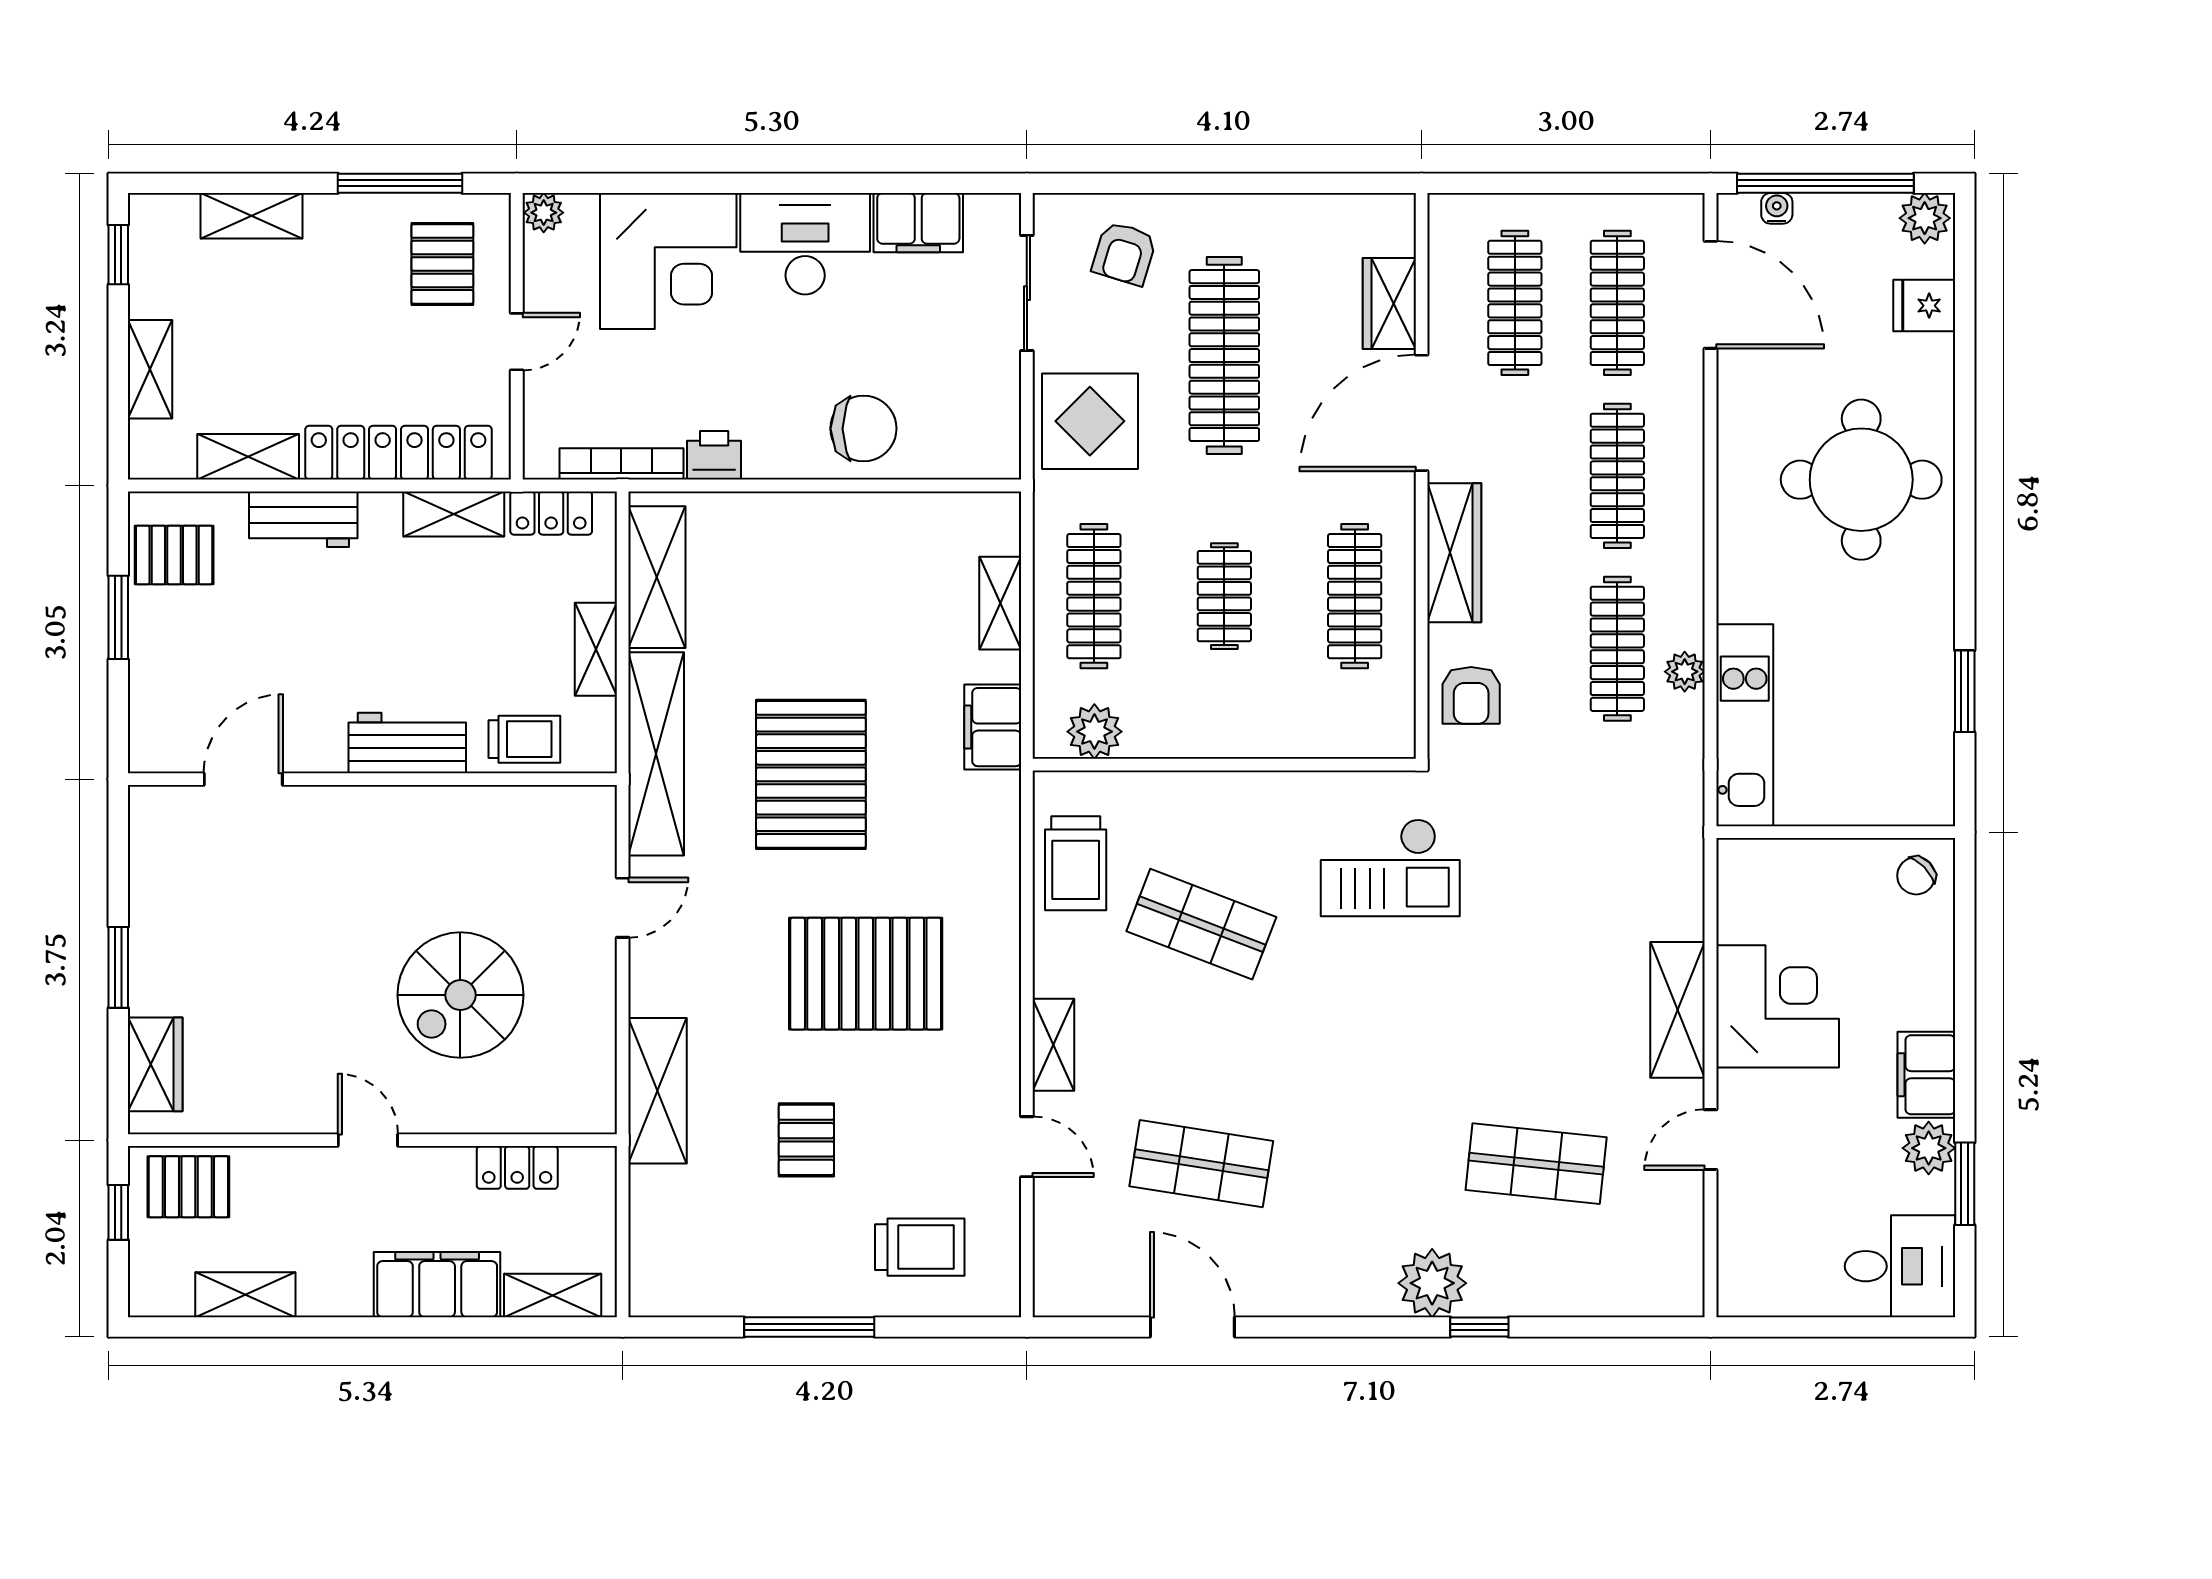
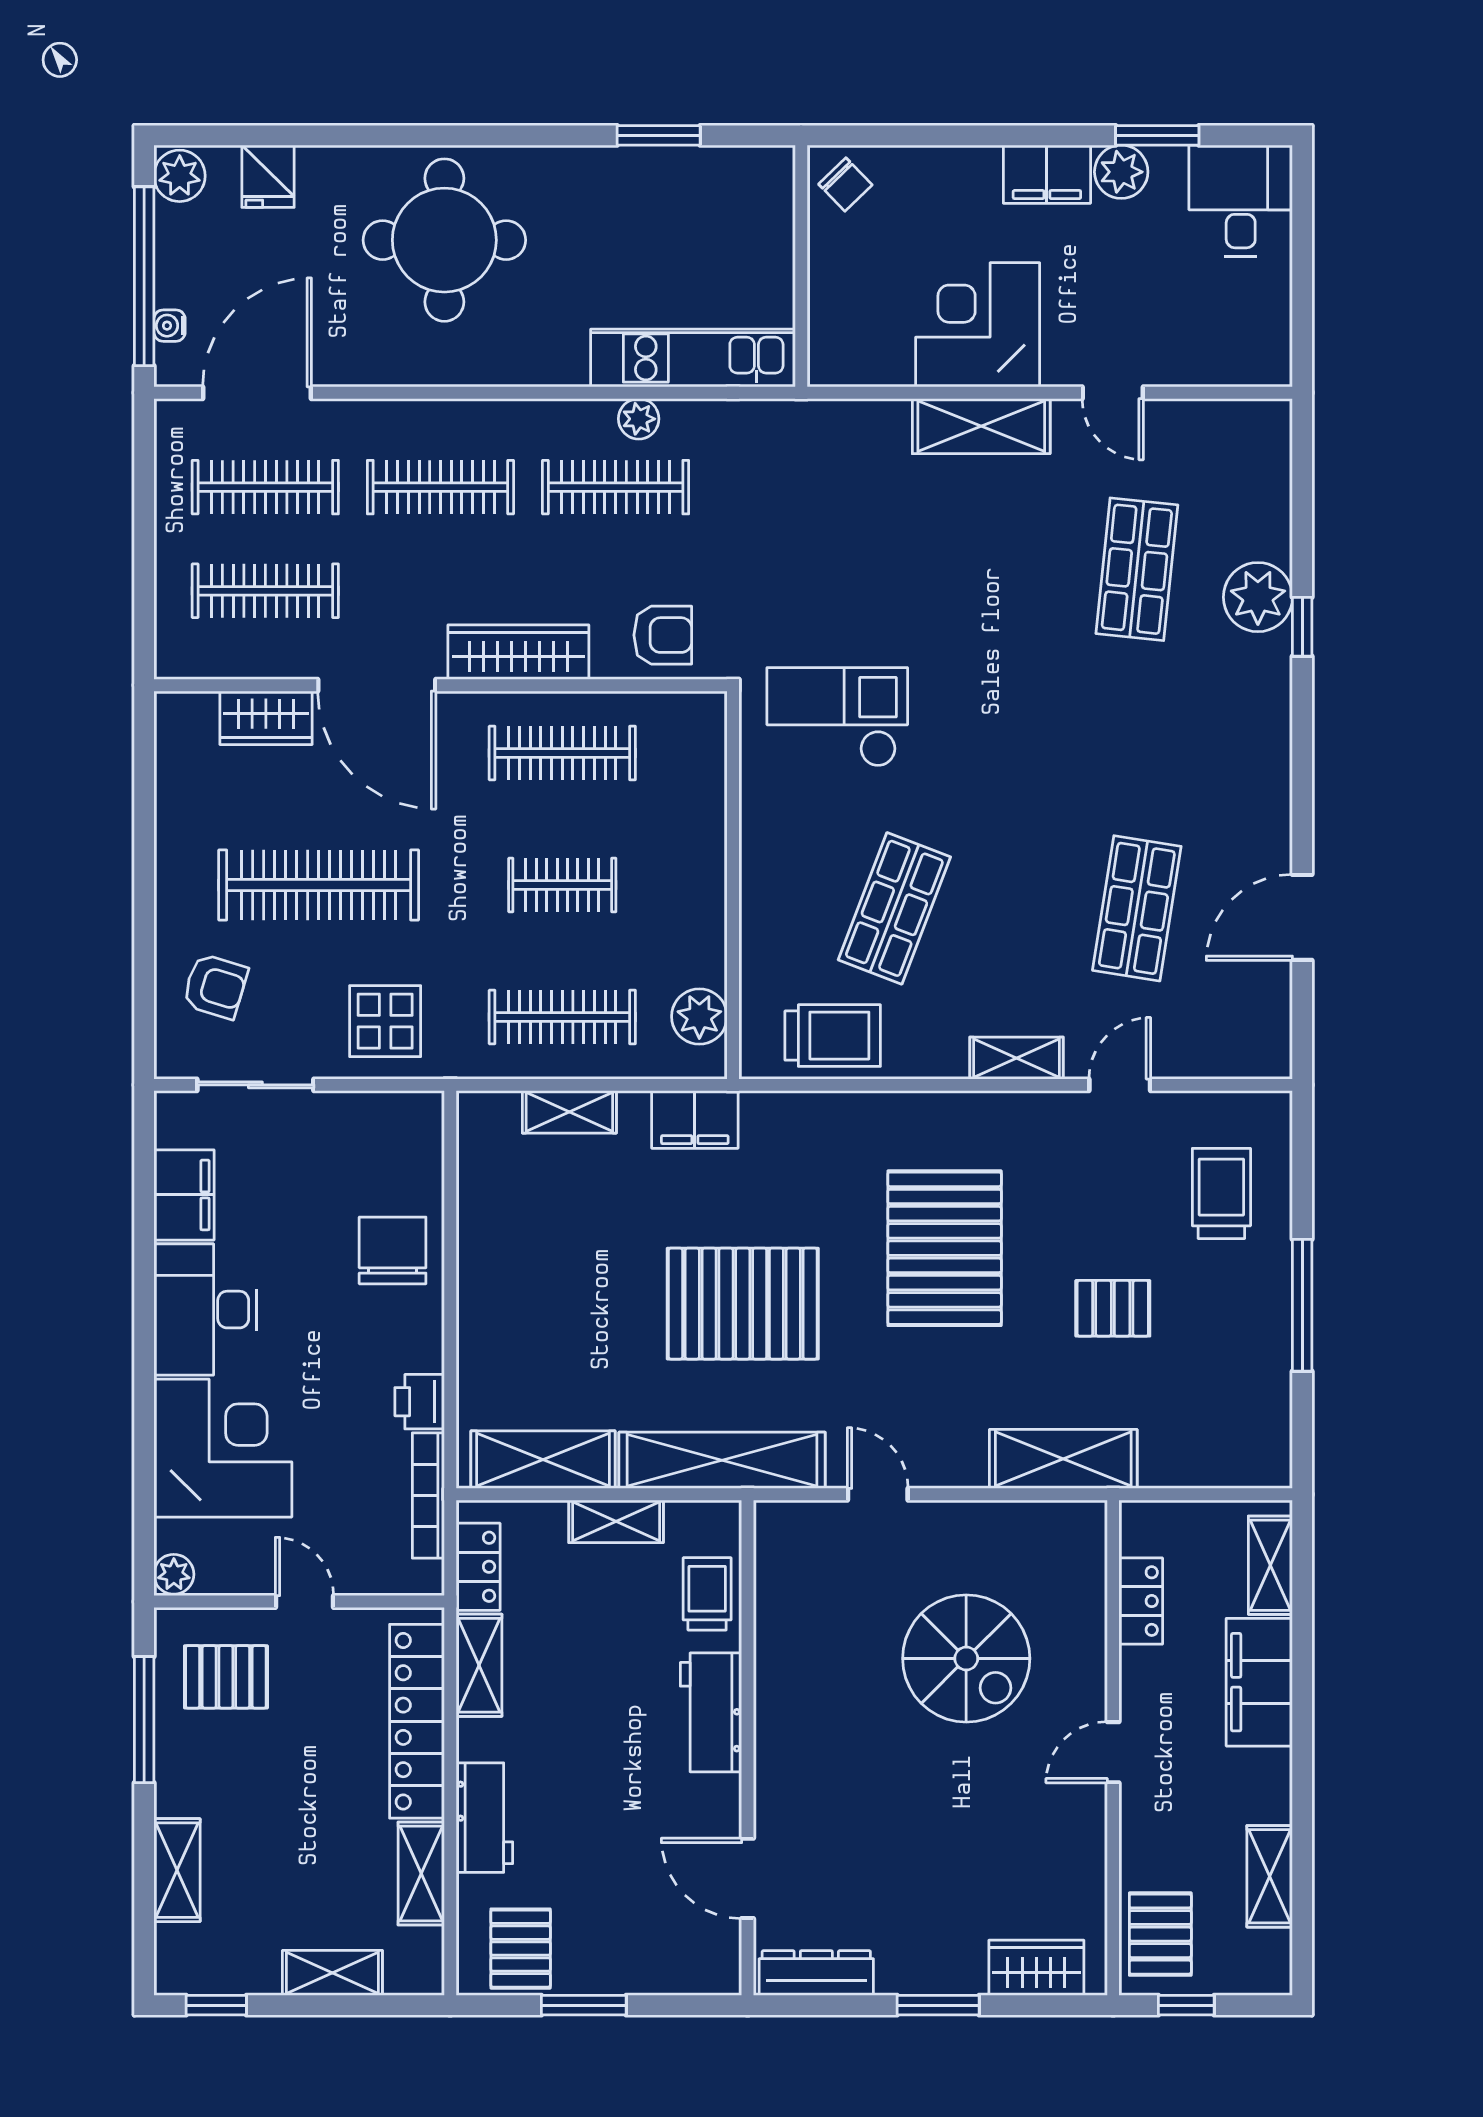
display table: (1090, 421) -> (385, 1021), width x0.73, depth x0.73
dresser: (150, 847) -> (816, 1973), added
checkout: (1390, 868) -> (837, 717), turned -90
plant: (1432, 1283) -> (1258, 597), moved

